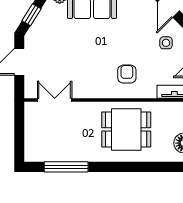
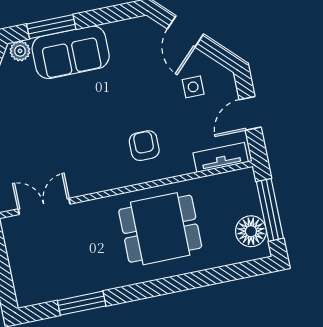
window: (66, 167) -> (82, 303), width x0.69

